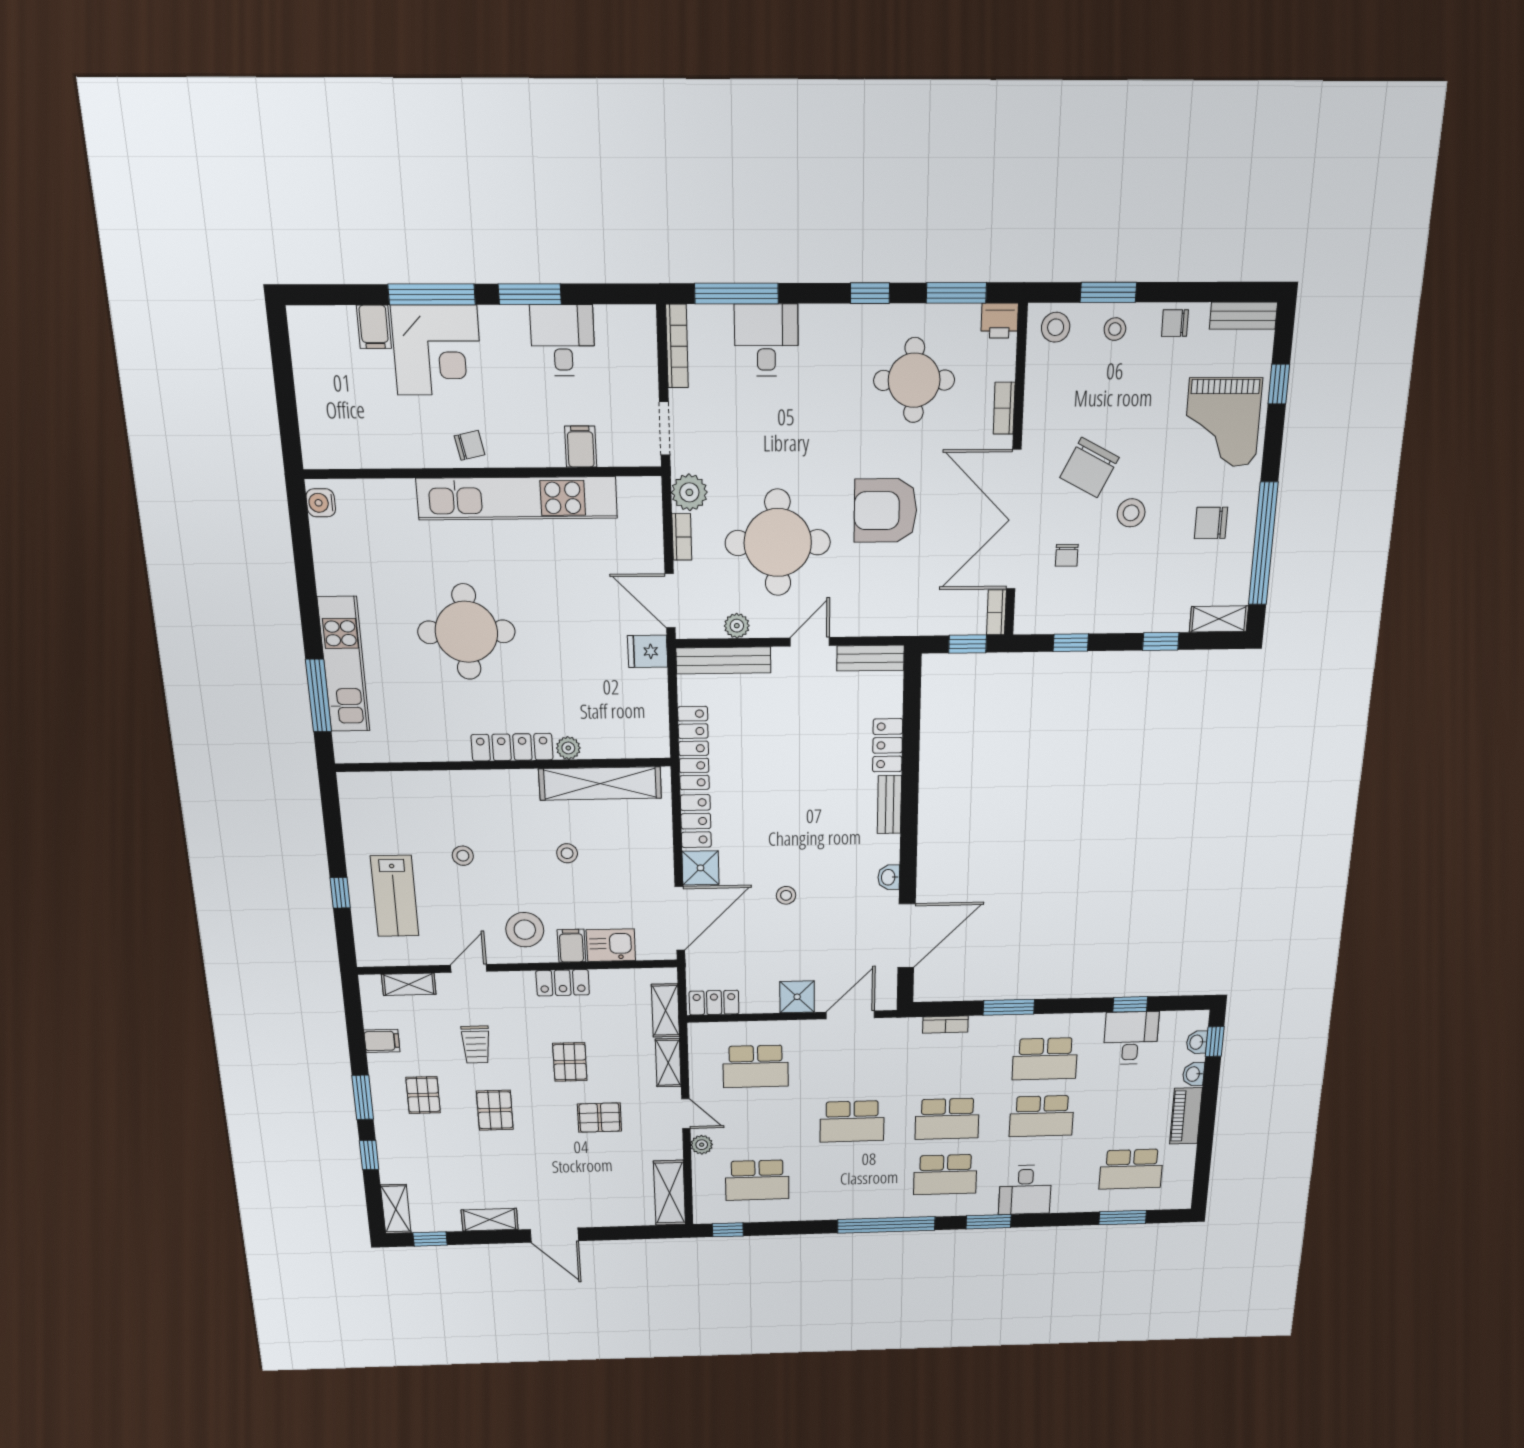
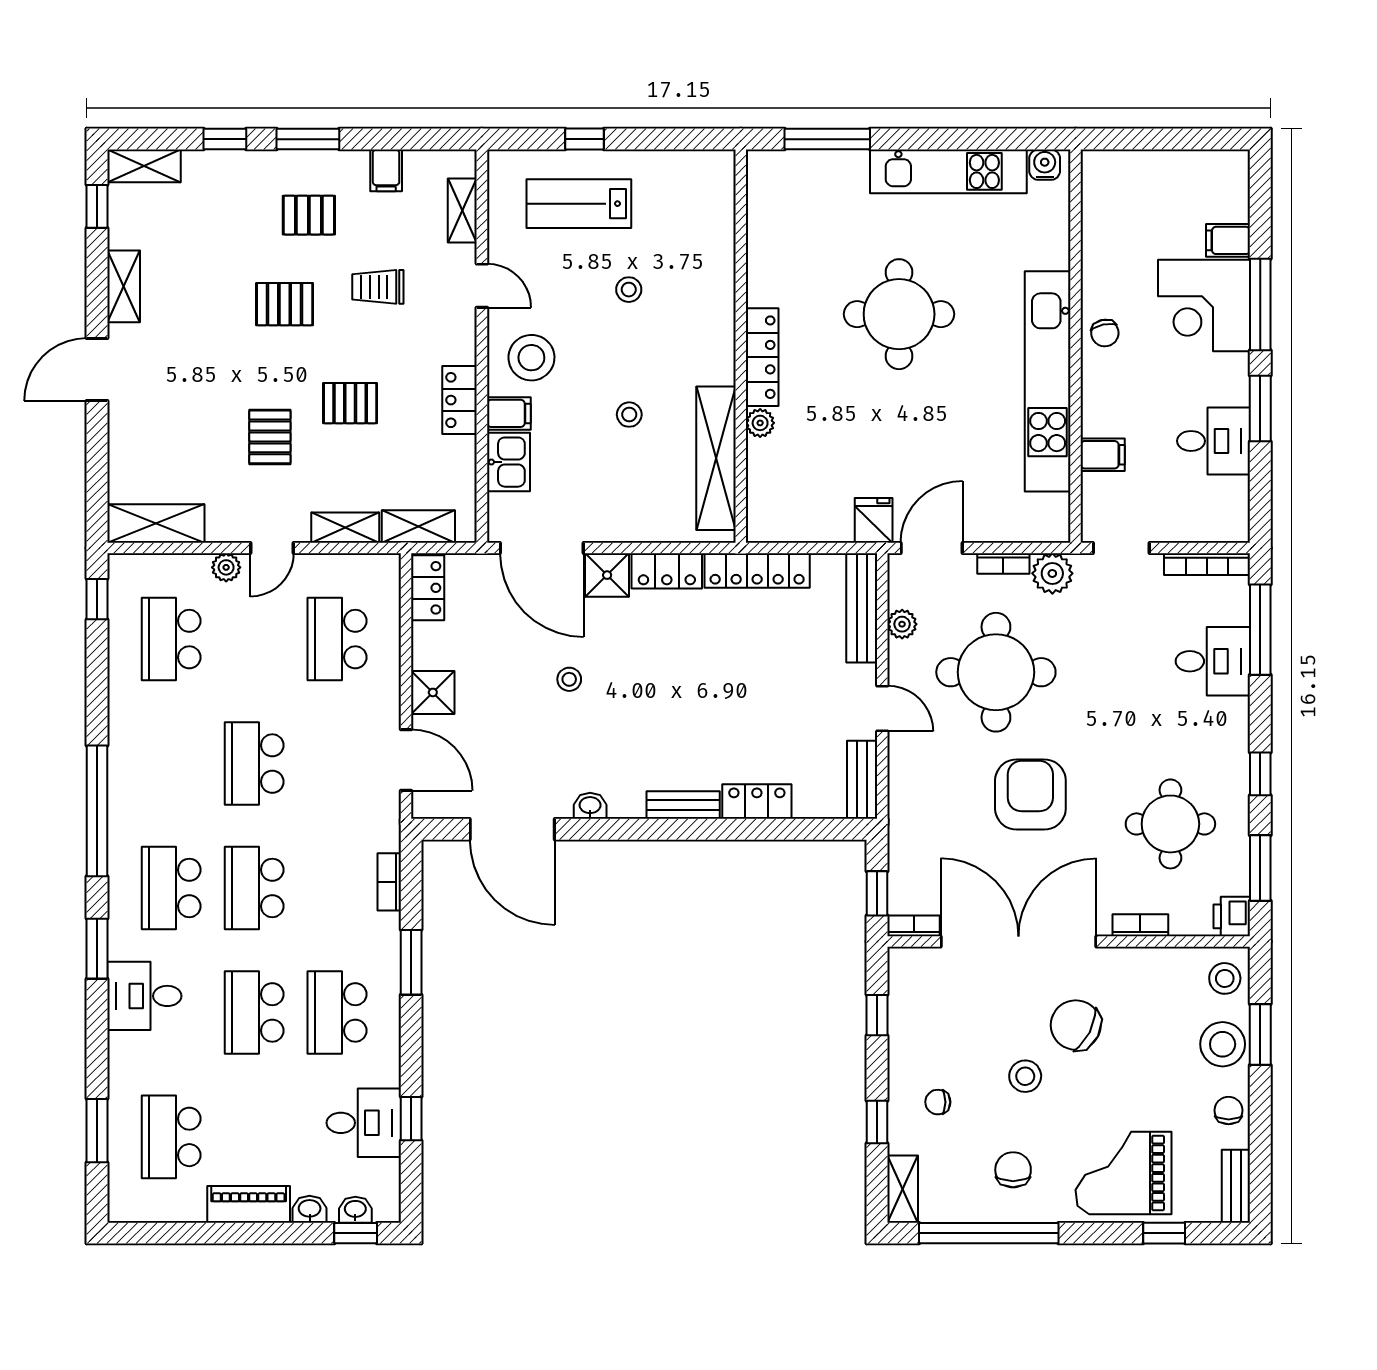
stool: (1115, 329) -> (1223, 1044), width x1.89, depth x1.89
chair: (1067, 555) -> (938, 1102), moved
kitchen unit: (344, 665) -> (948, 171), moved

